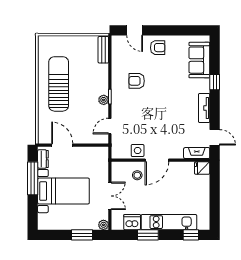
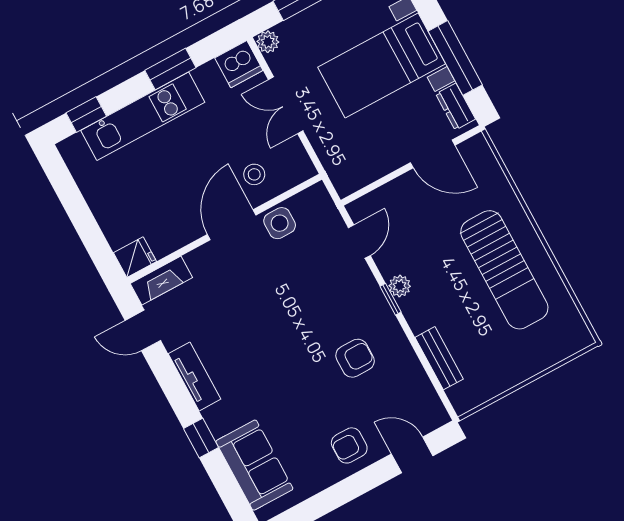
bench: (103, 50) -> (439, 358), moved
dishwasher: (132, 222) -> (239, 64), moved

